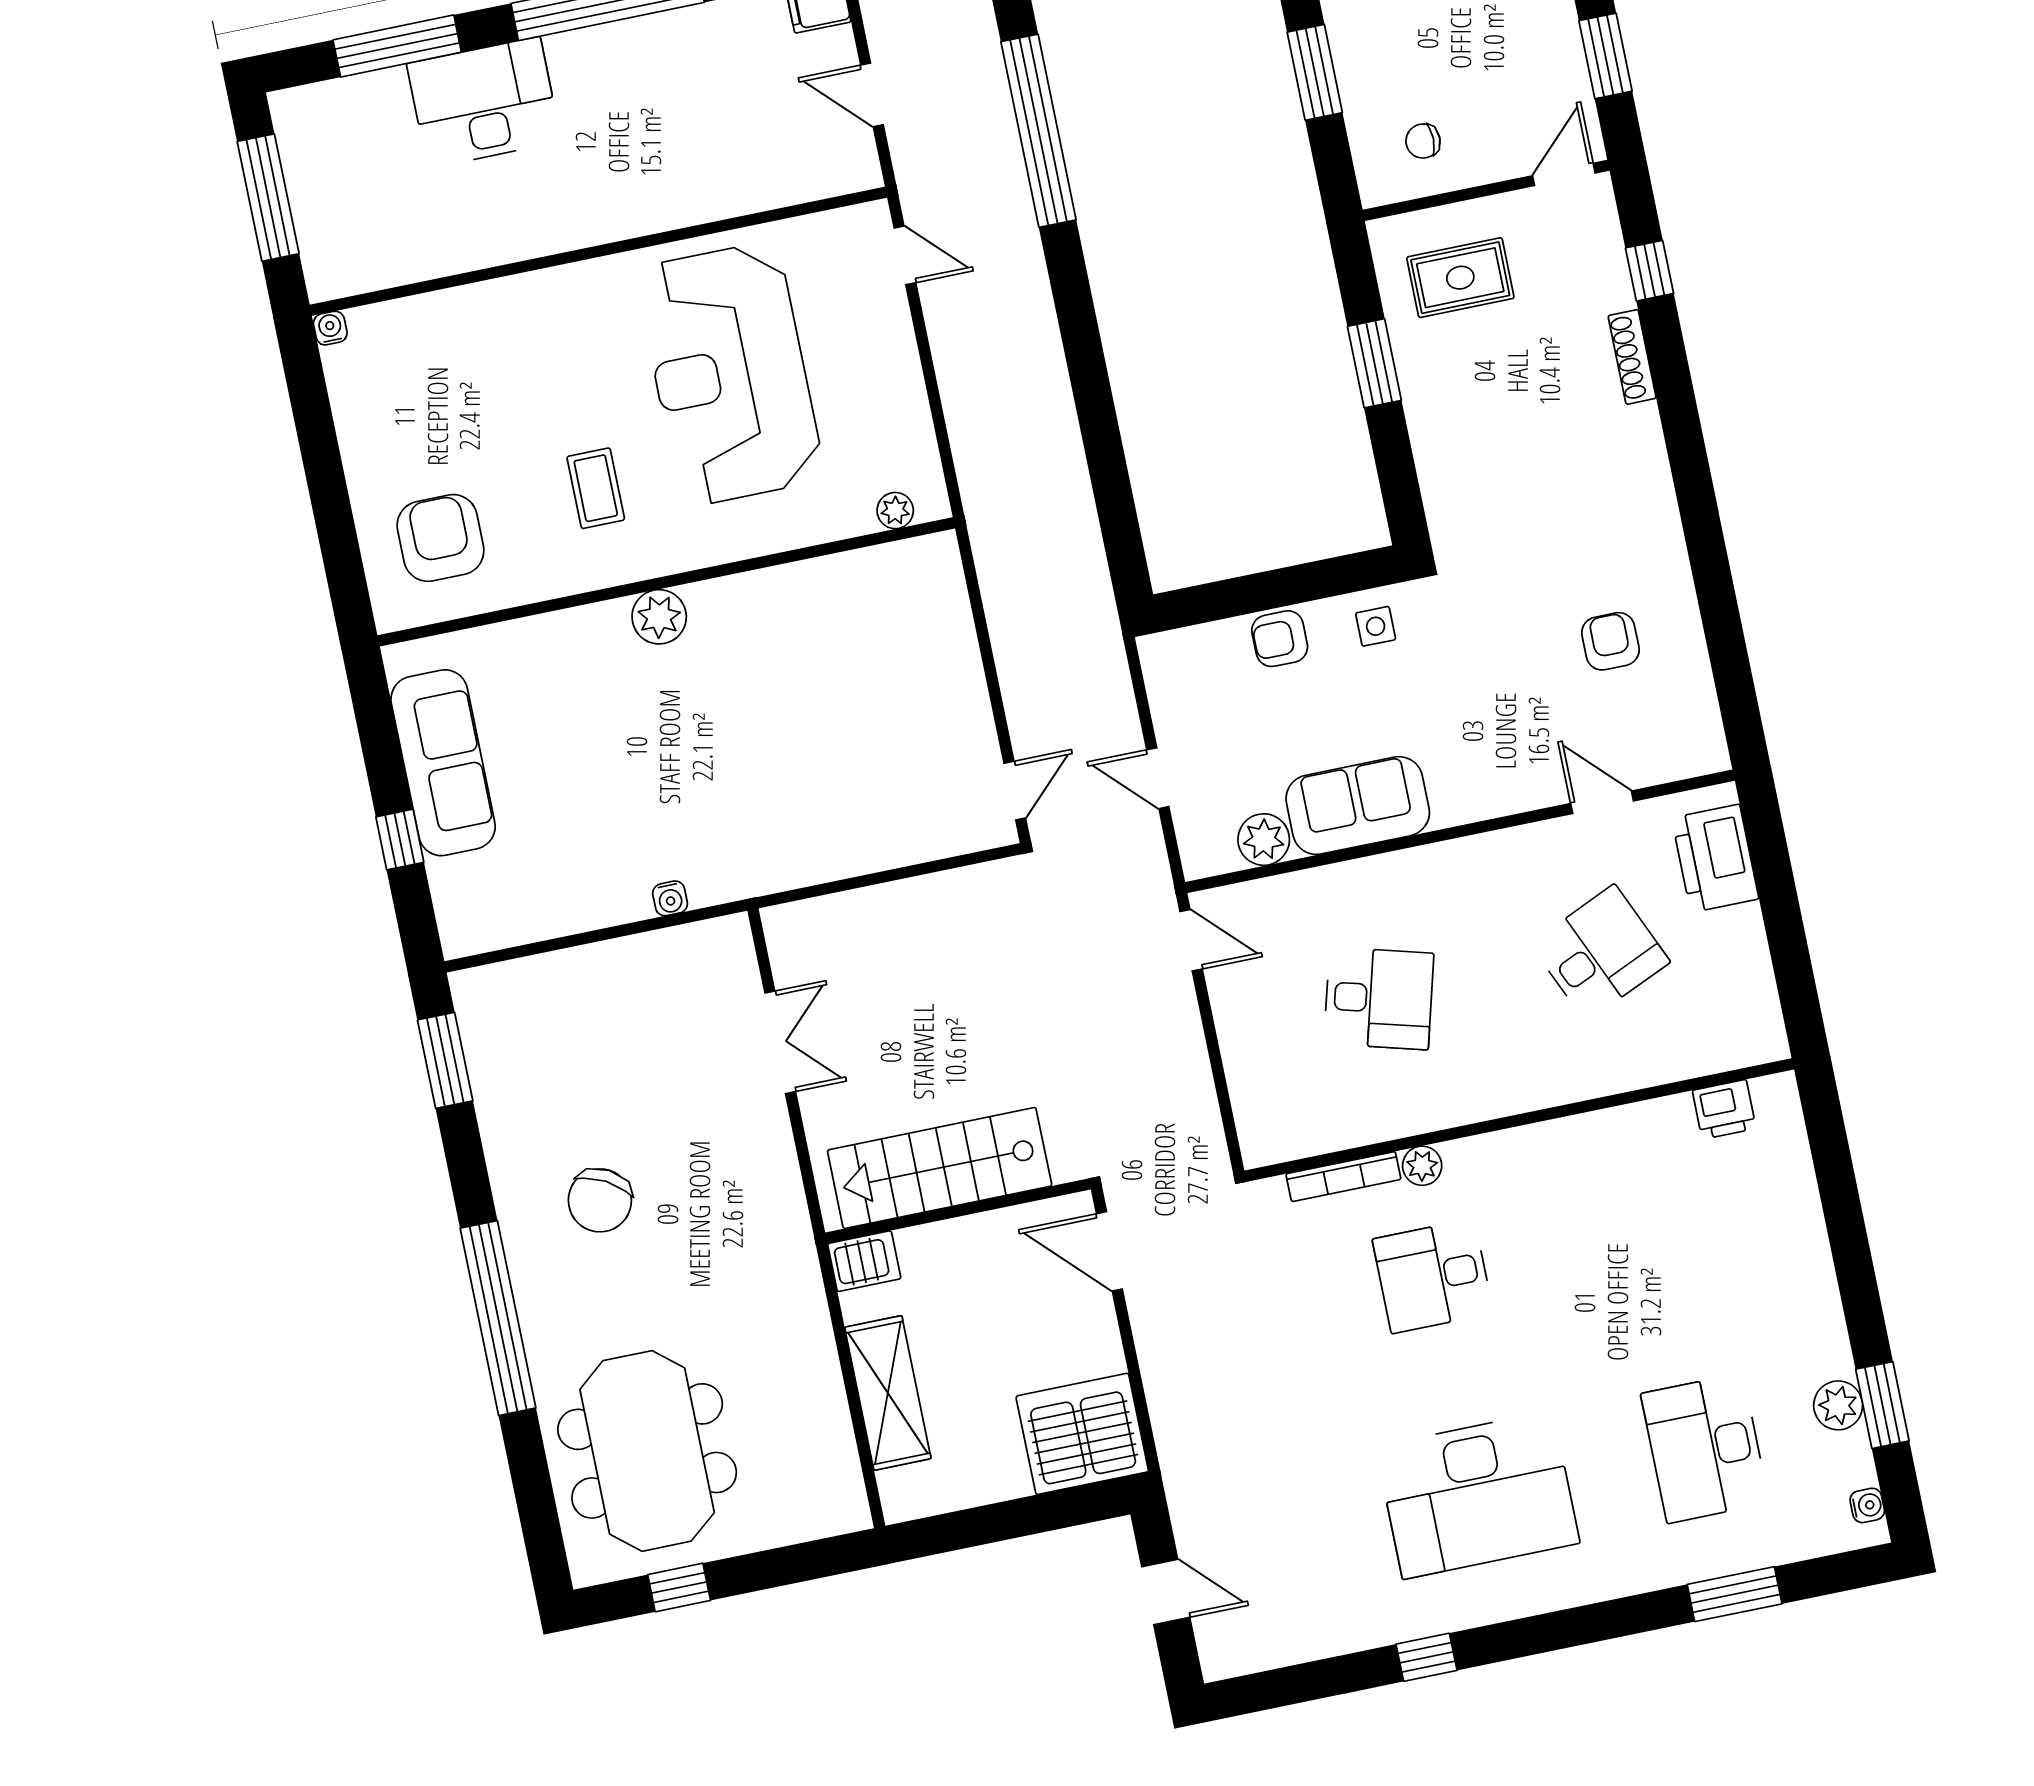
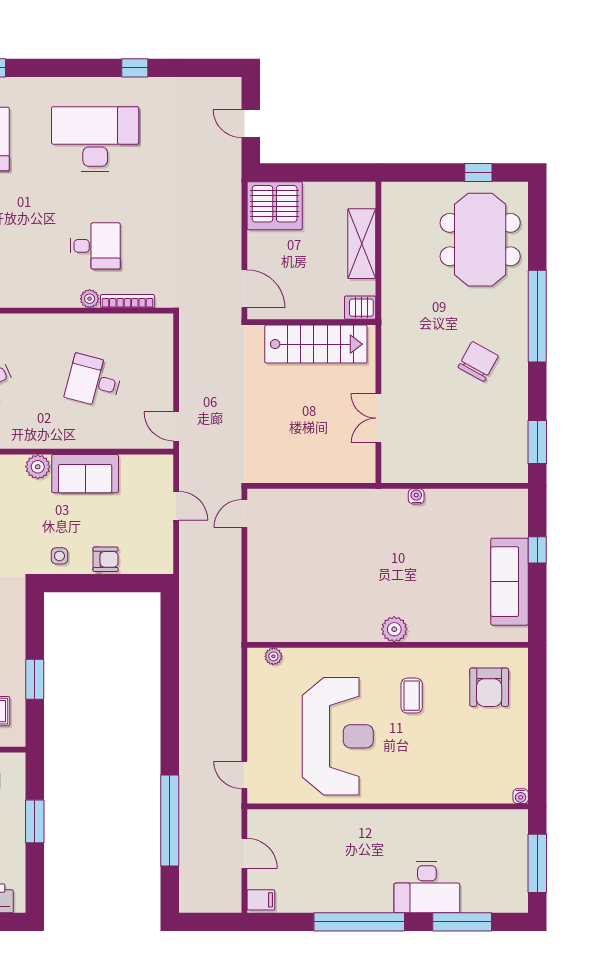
plant: (1264, 840) -> (38, 467), moved

